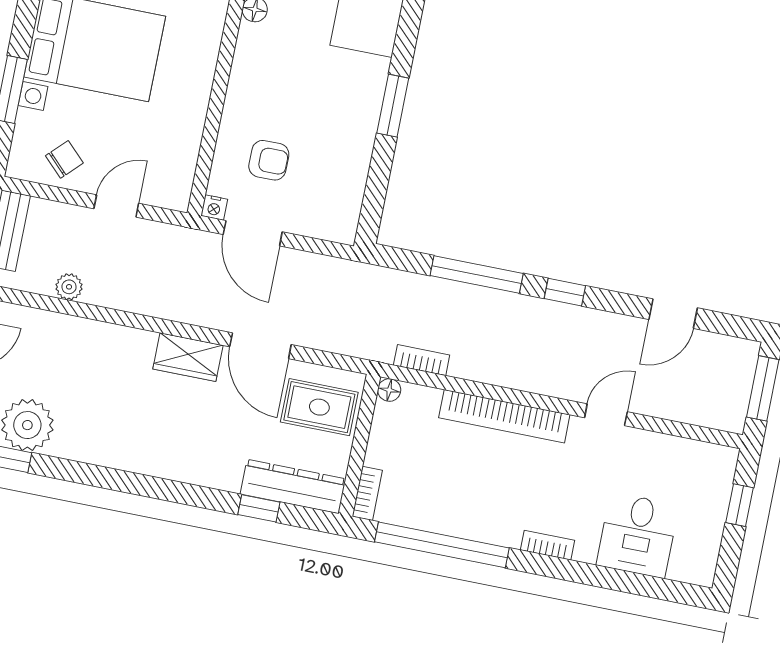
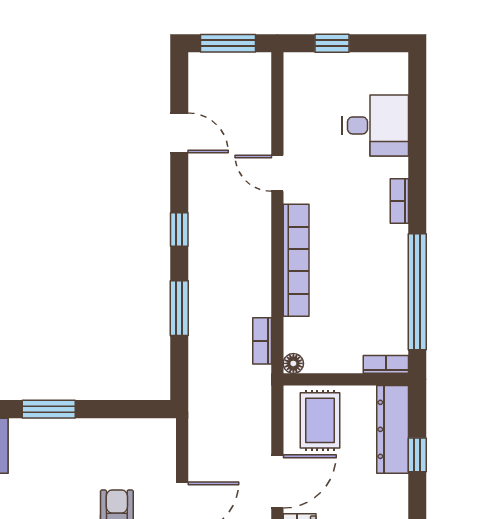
window: (477, 274) -> (179, 308), width x0.69

